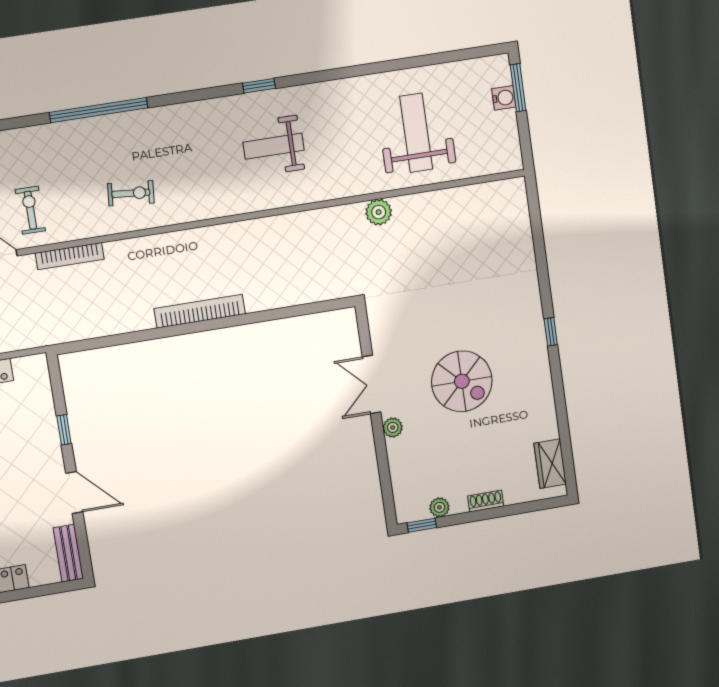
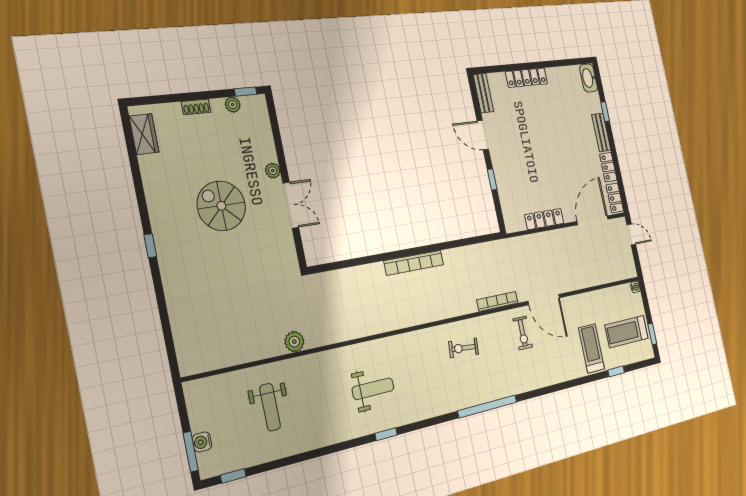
window: (468, 54) -> (233, 476), added
weight bench: (416, 133) -> (270, 407), width x0.73, depth x0.75

